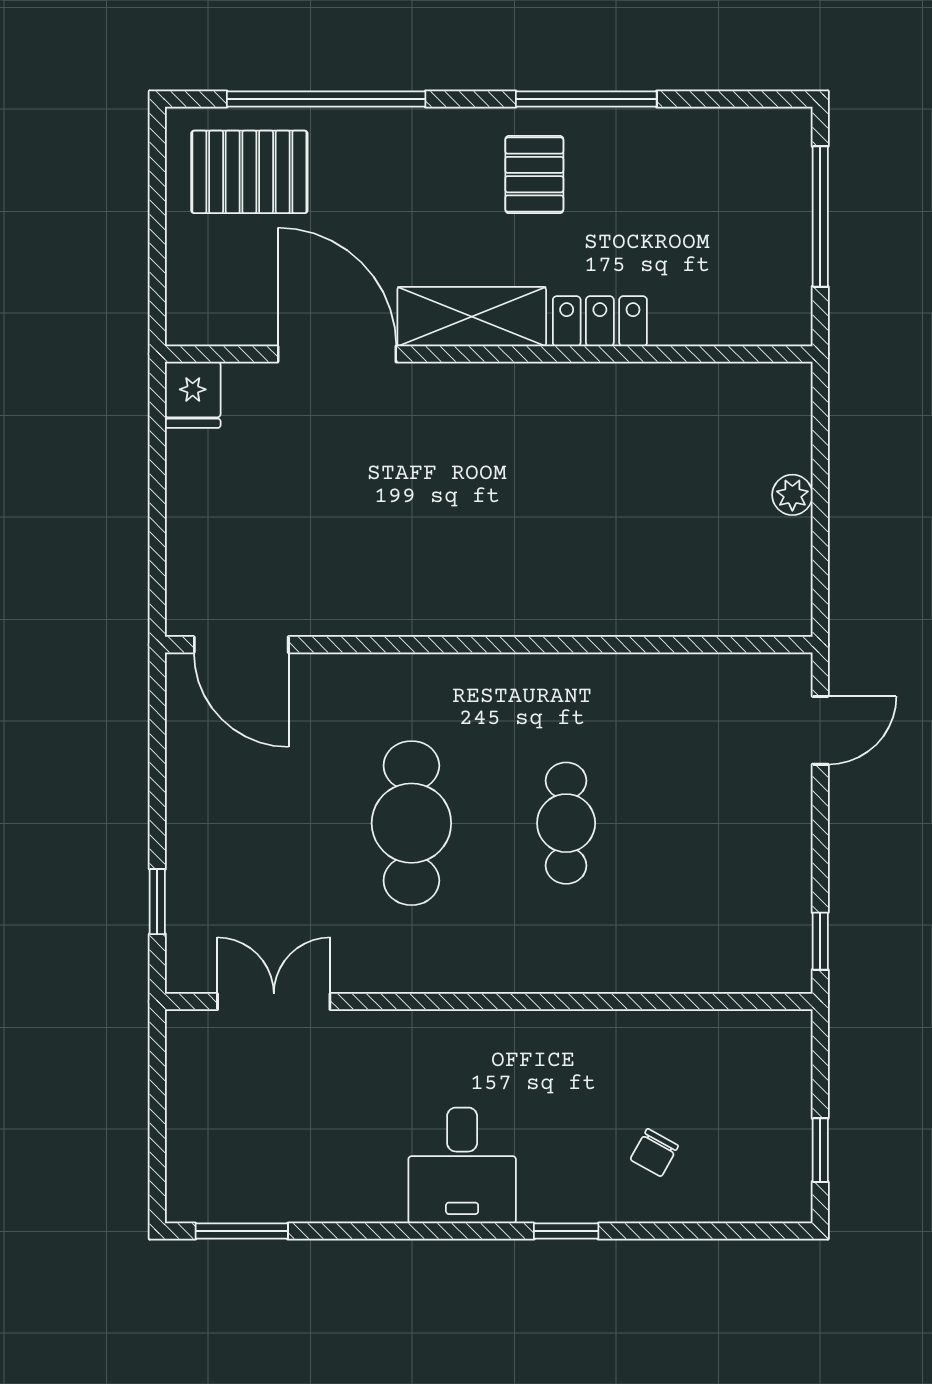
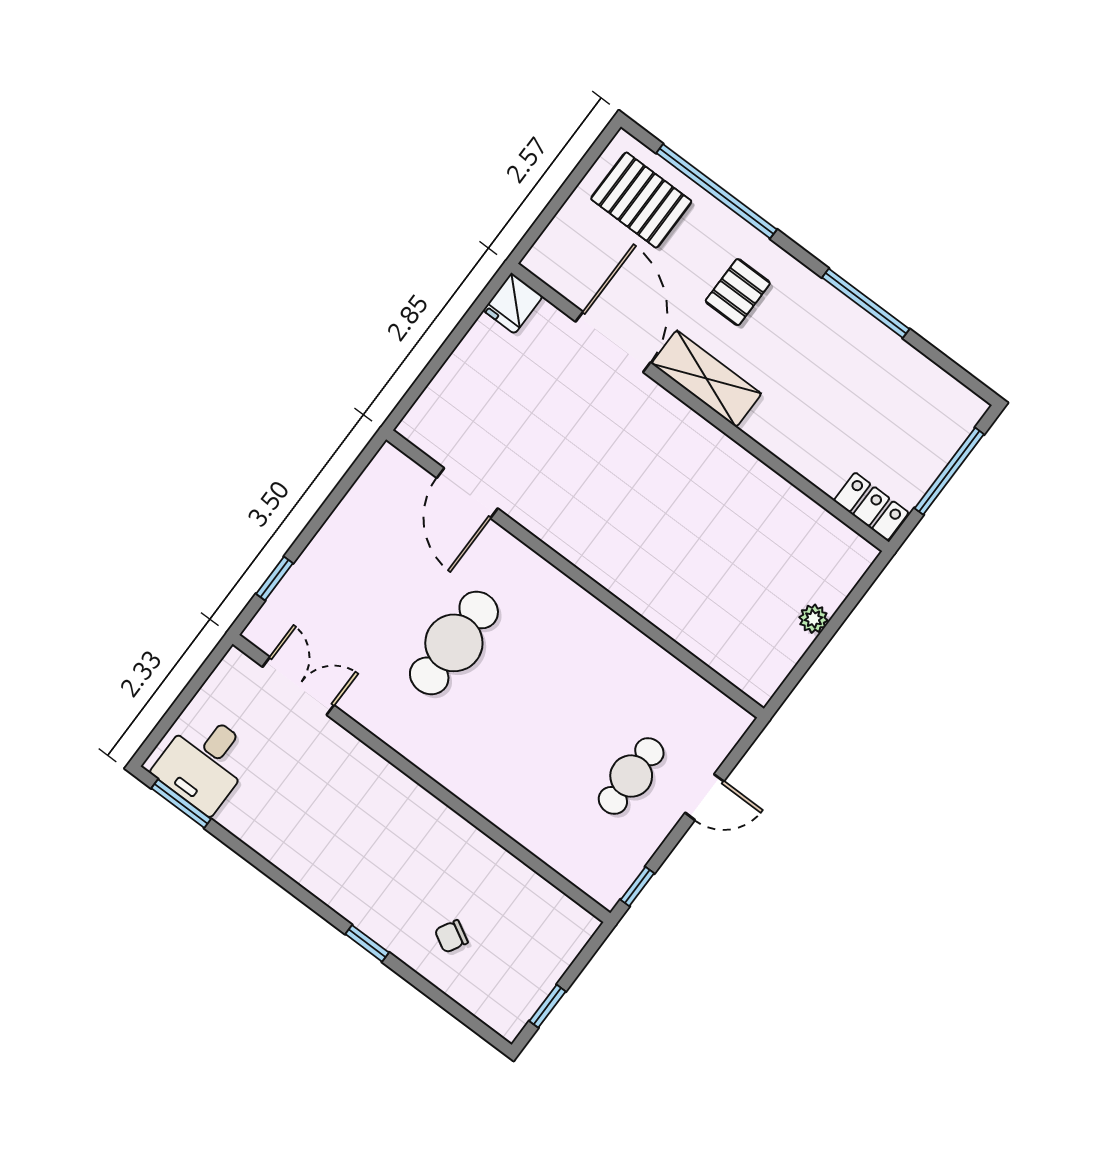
pallet: (534, 175) -> (738, 292), moved
locker: (600, 321) -> (871, 507), moved
door: (241, 645) -> (467, 493), moved
door: (820, 730) -> (705, 797), moved
cafe table: (566, 823) -> (631, 776), moved
desk: (462, 1165) -> (204, 762), moved

